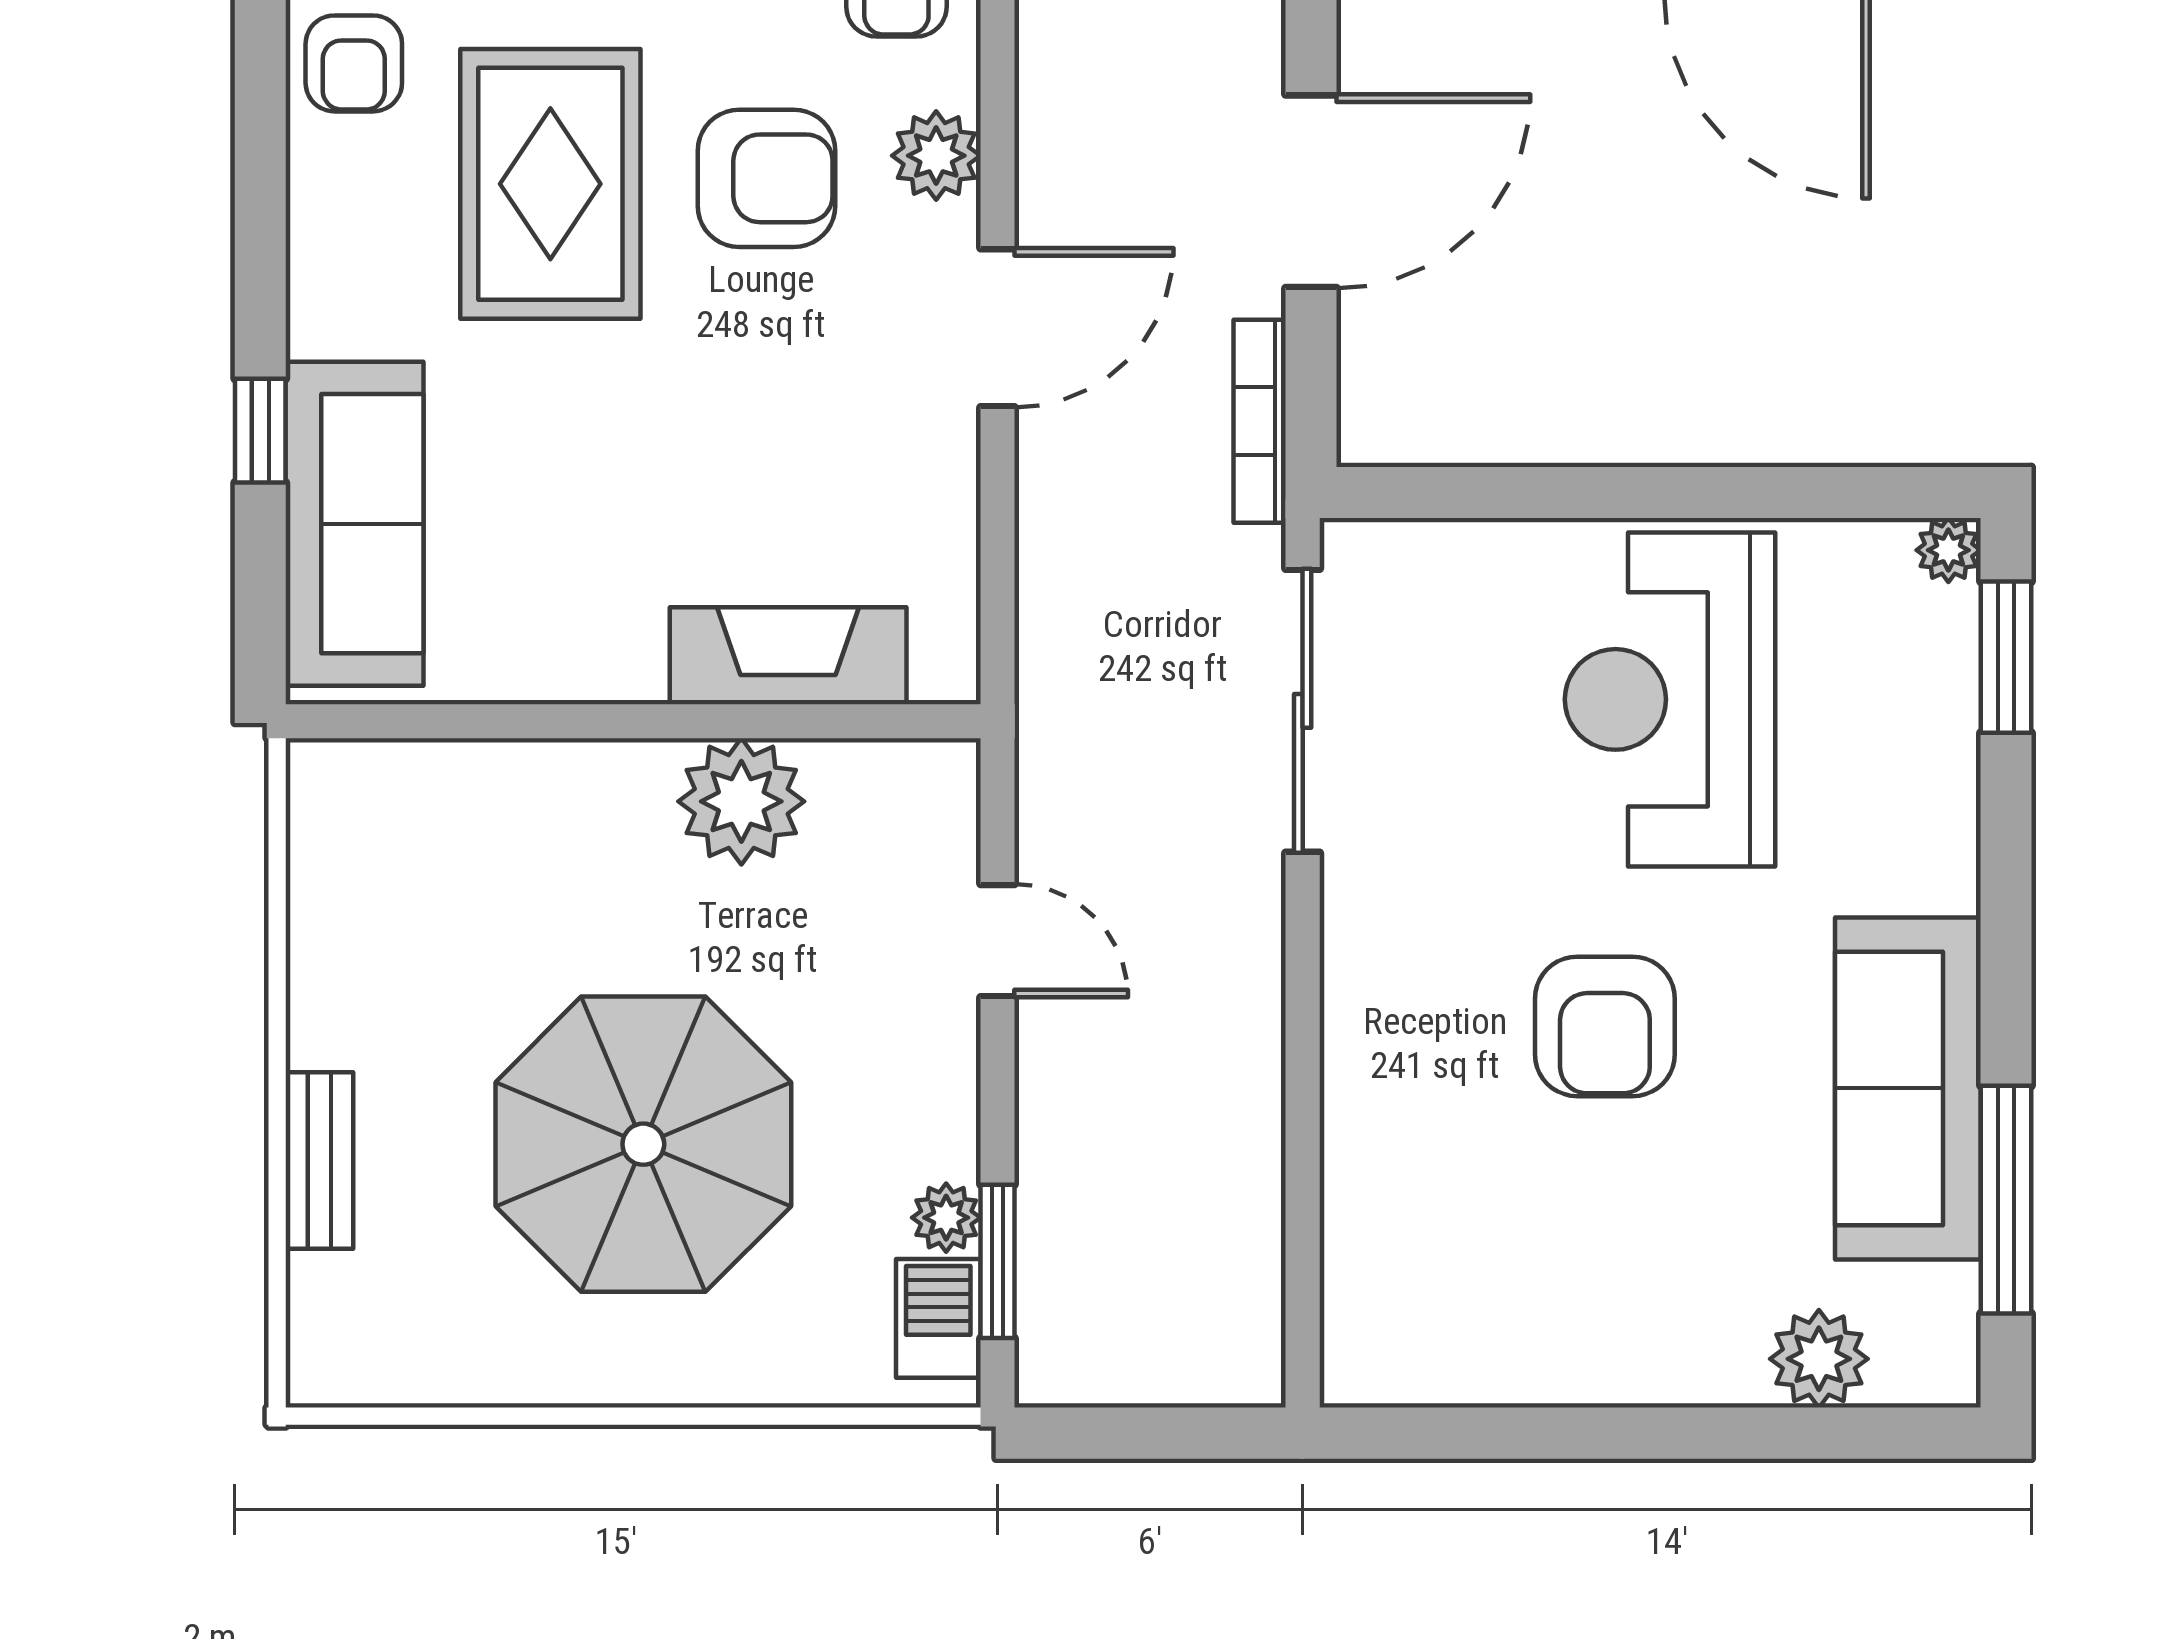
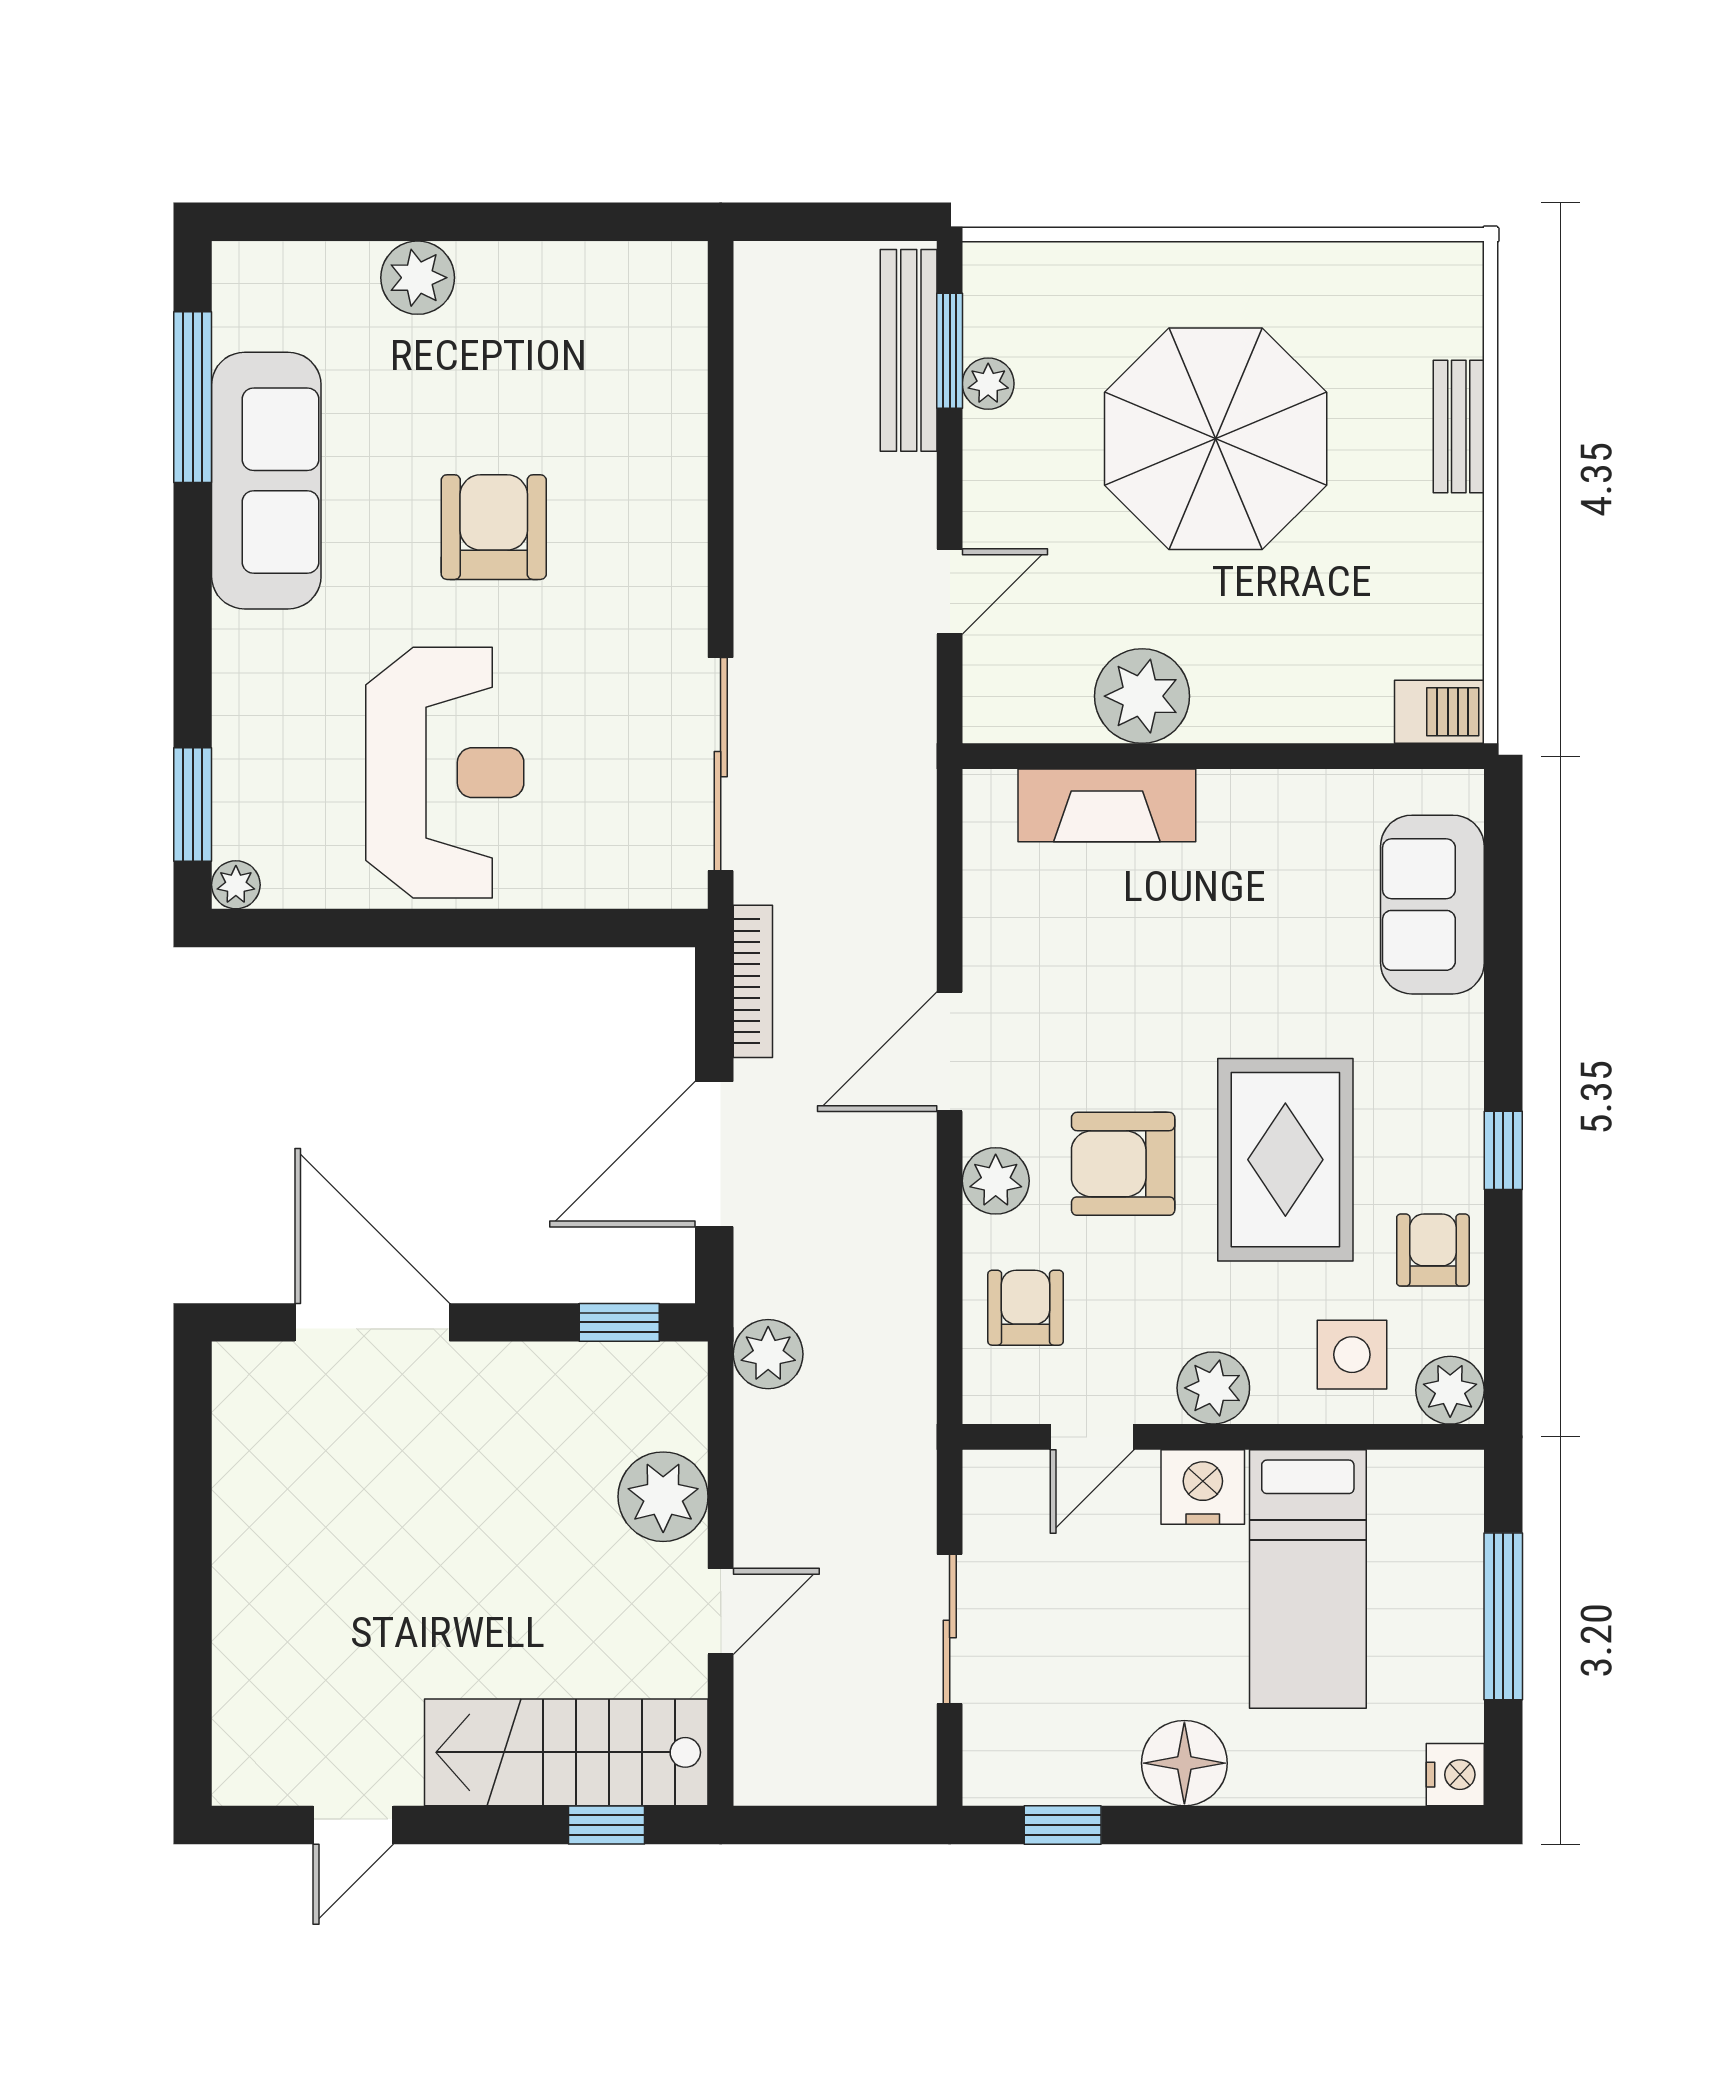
window: (260, 431) -> (1503, 1150), moved
sofa: (355, 524) -> (1432, 905), width x0.73
door: (997, 941) -> (950, 592), swing flipped
bench: (1052, 1262) -> (909, 350), added
barbecue: (938, 1318) -> (1439, 712), moved, turned -90
plant: (1819, 1359) -> (418, 278), moved

